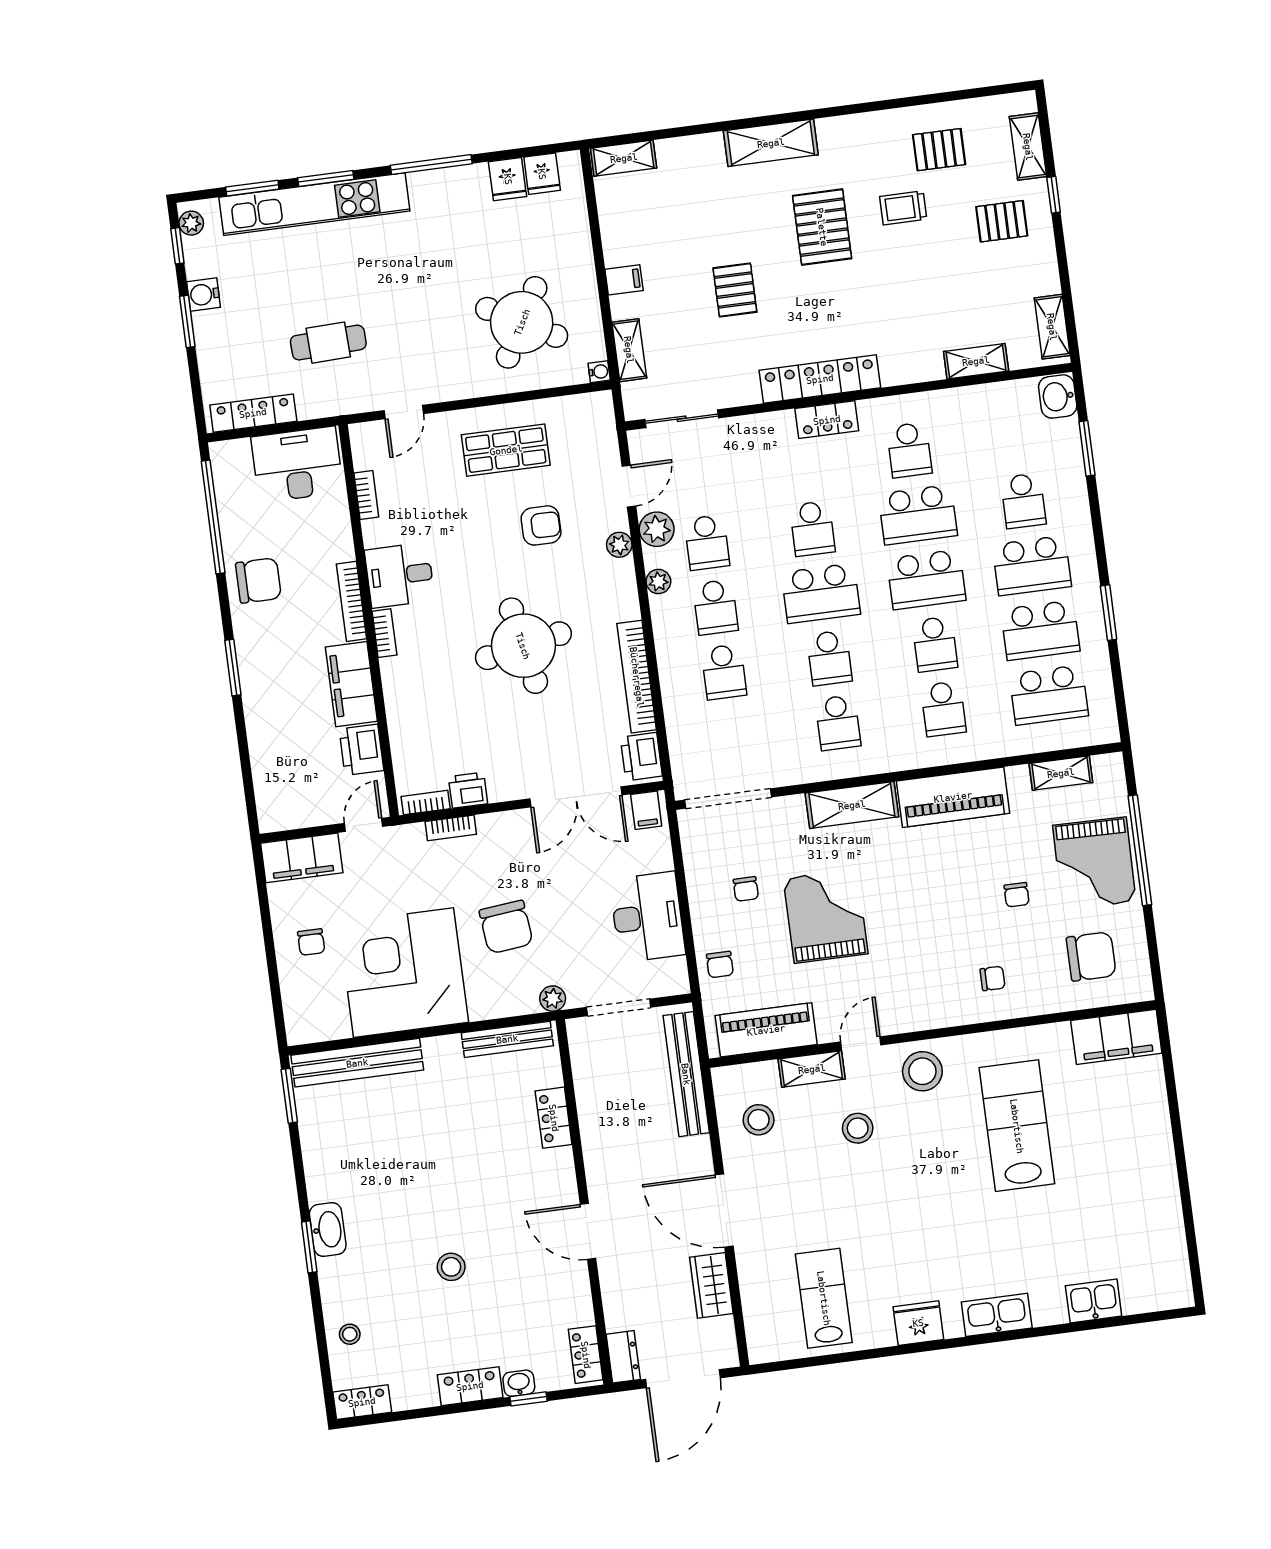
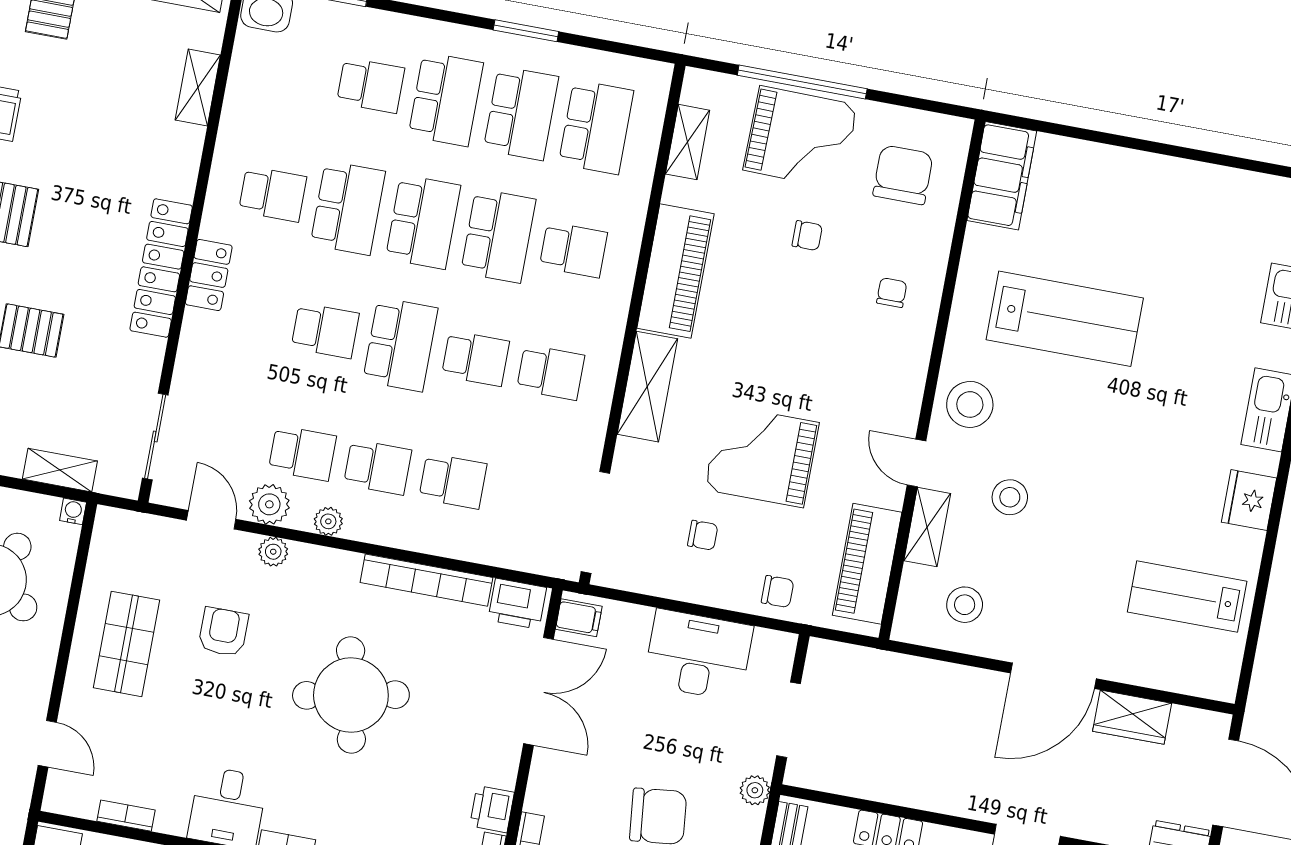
school desk: (935, 644) -> (498, 236), width x1.85
bench: (686, 1074) -> (887, 669), removed
lab bench: (1017, 1126) -> (1065, 319), turned 180

